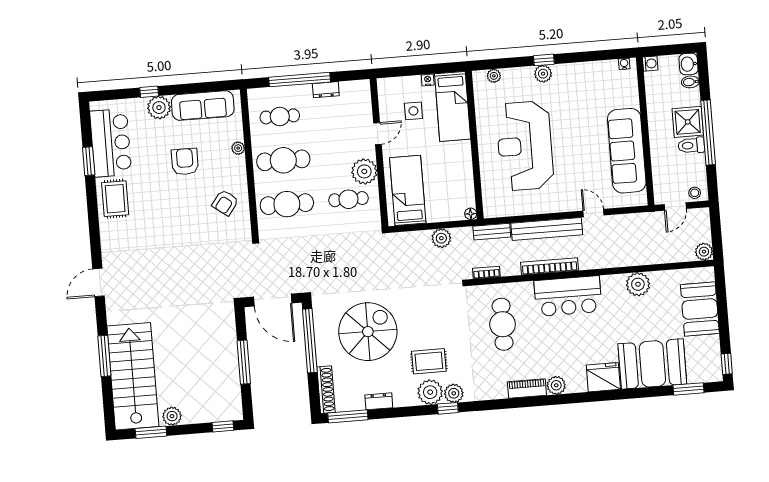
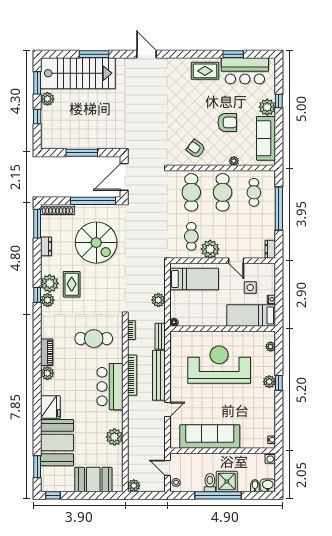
dresser: (326, 90) -> (270, 249), moved
window: (223, 426) -> (37, 117), moved

